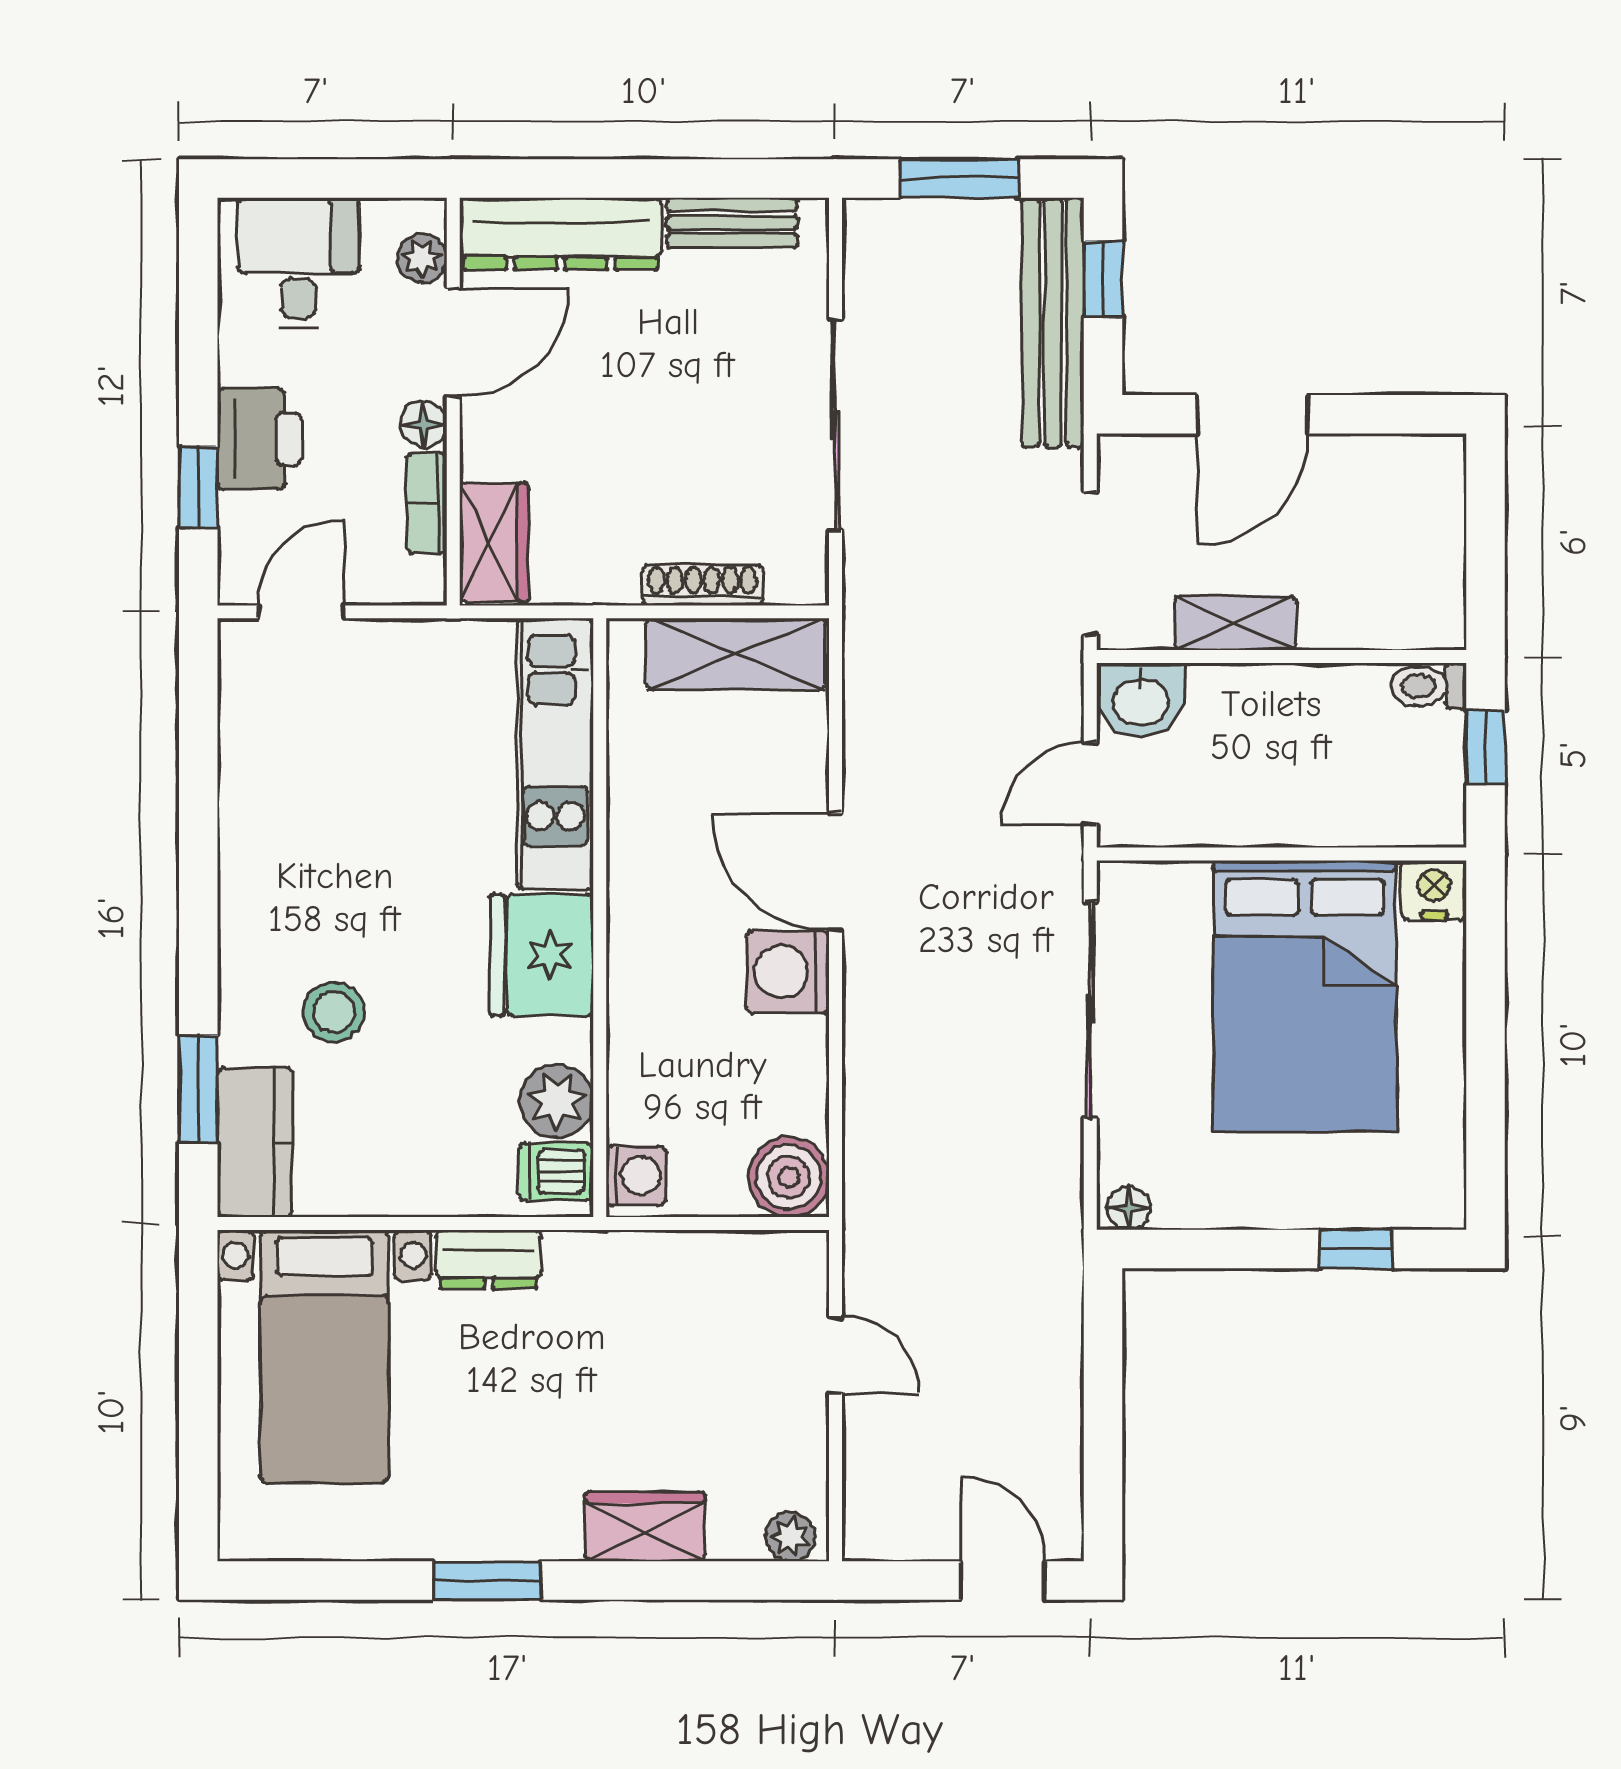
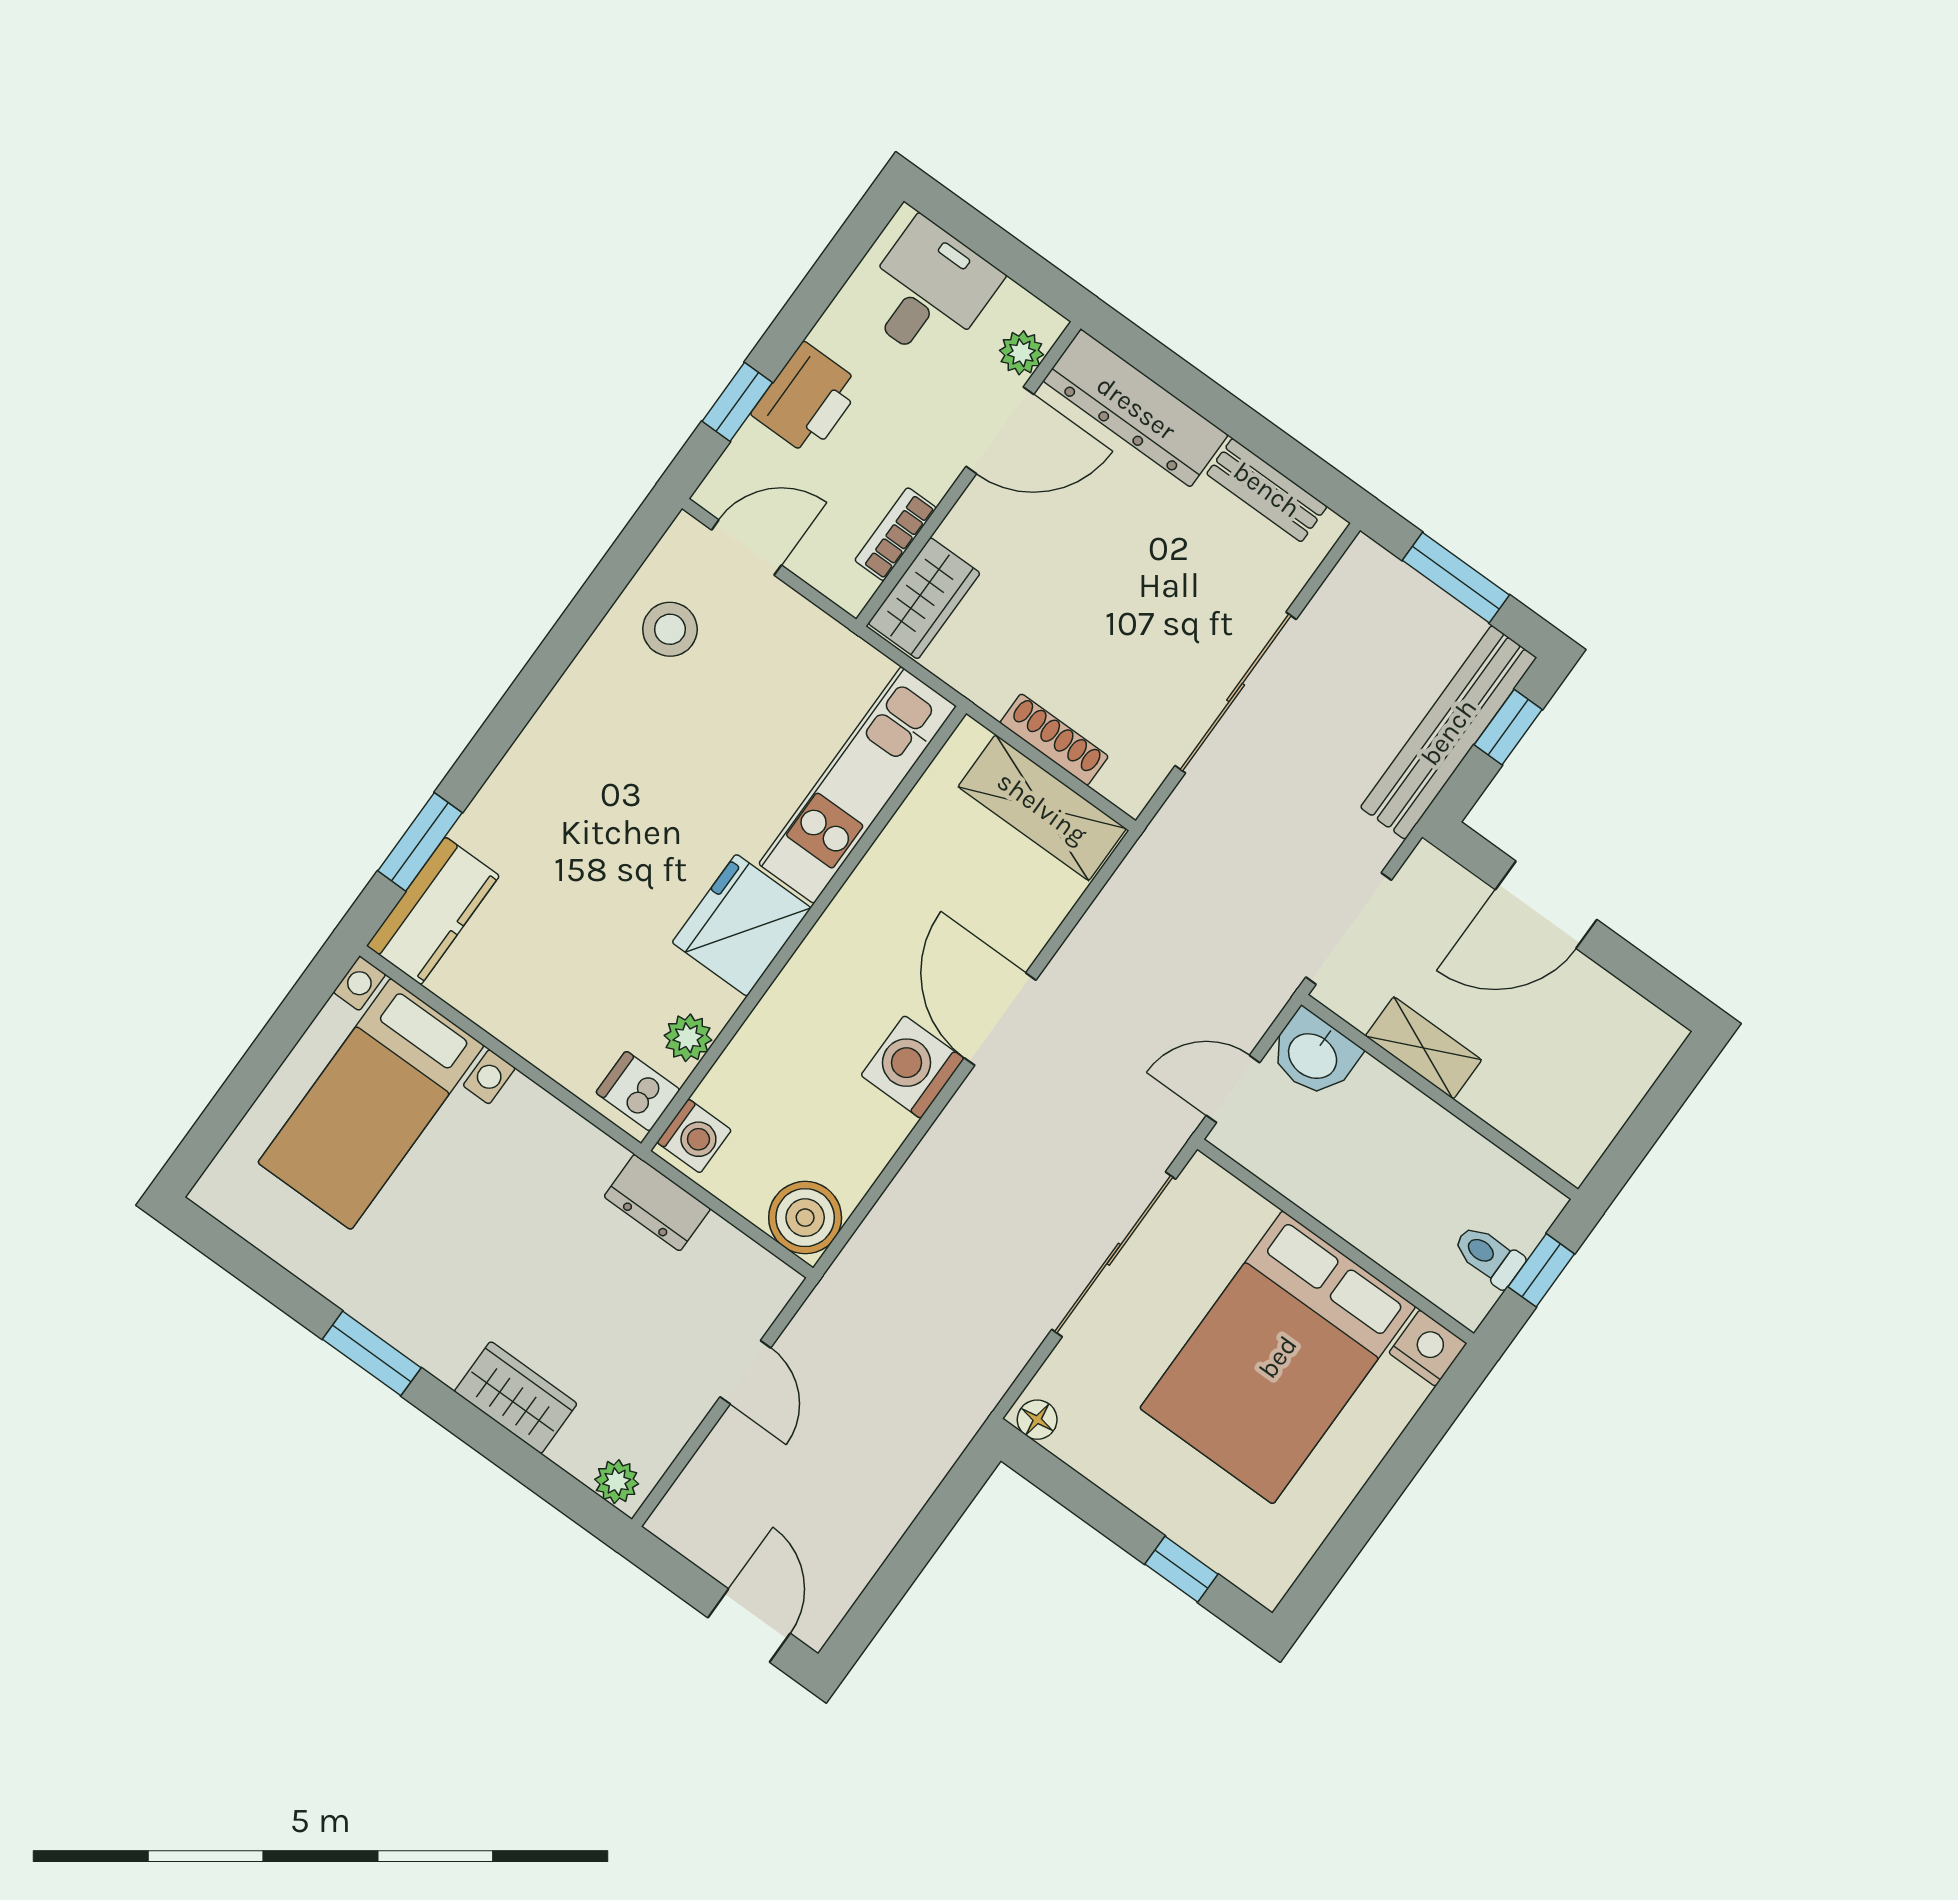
floor lamp: (423, 424) -> (935, 475), removed
toilet: (1429, 686) -> (1489, 1256), moved
stool: (333, 1012) -> (670, 629), moved
plant: (557, 1101) -> (688, 1038), width x0.73, depth x0.73
dresser: (489, 1259) -> (657, 1203), moved

